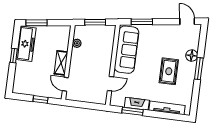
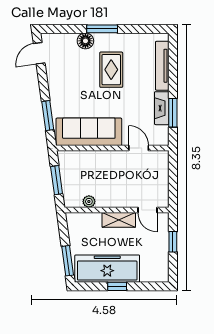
freezer: (26, 44) -> (107, 269), width x1.36, depth x1.26
rug: (169, 71) -> (111, 70), turned 90
door: (65, 84) -> (147, 210), hinge flipped

